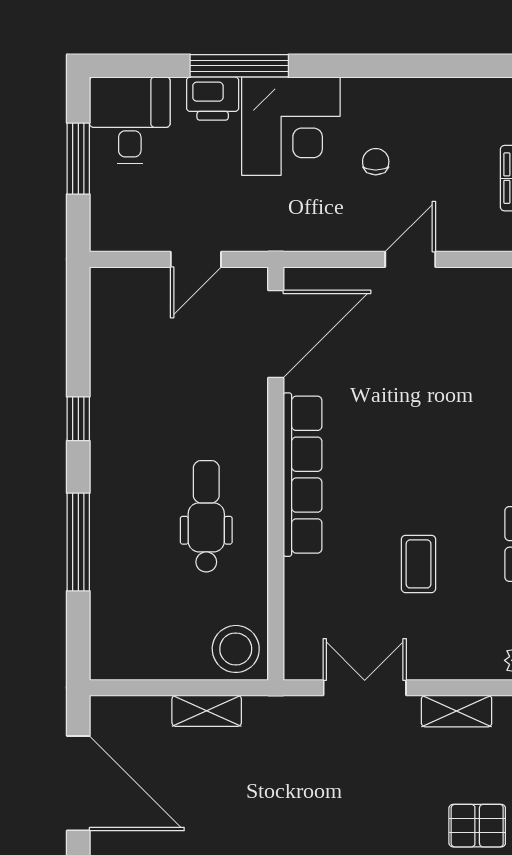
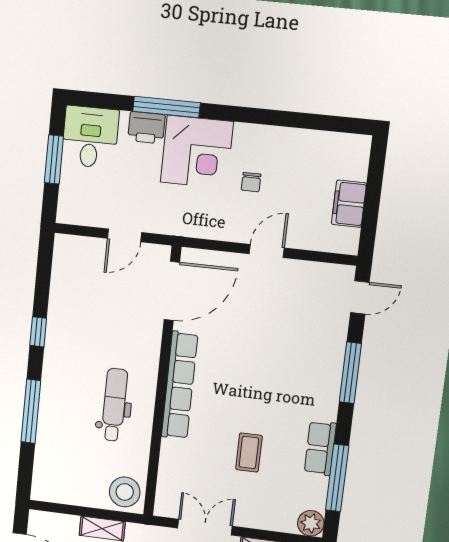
chair: (376, 162) -> (251, 182), turned 180

